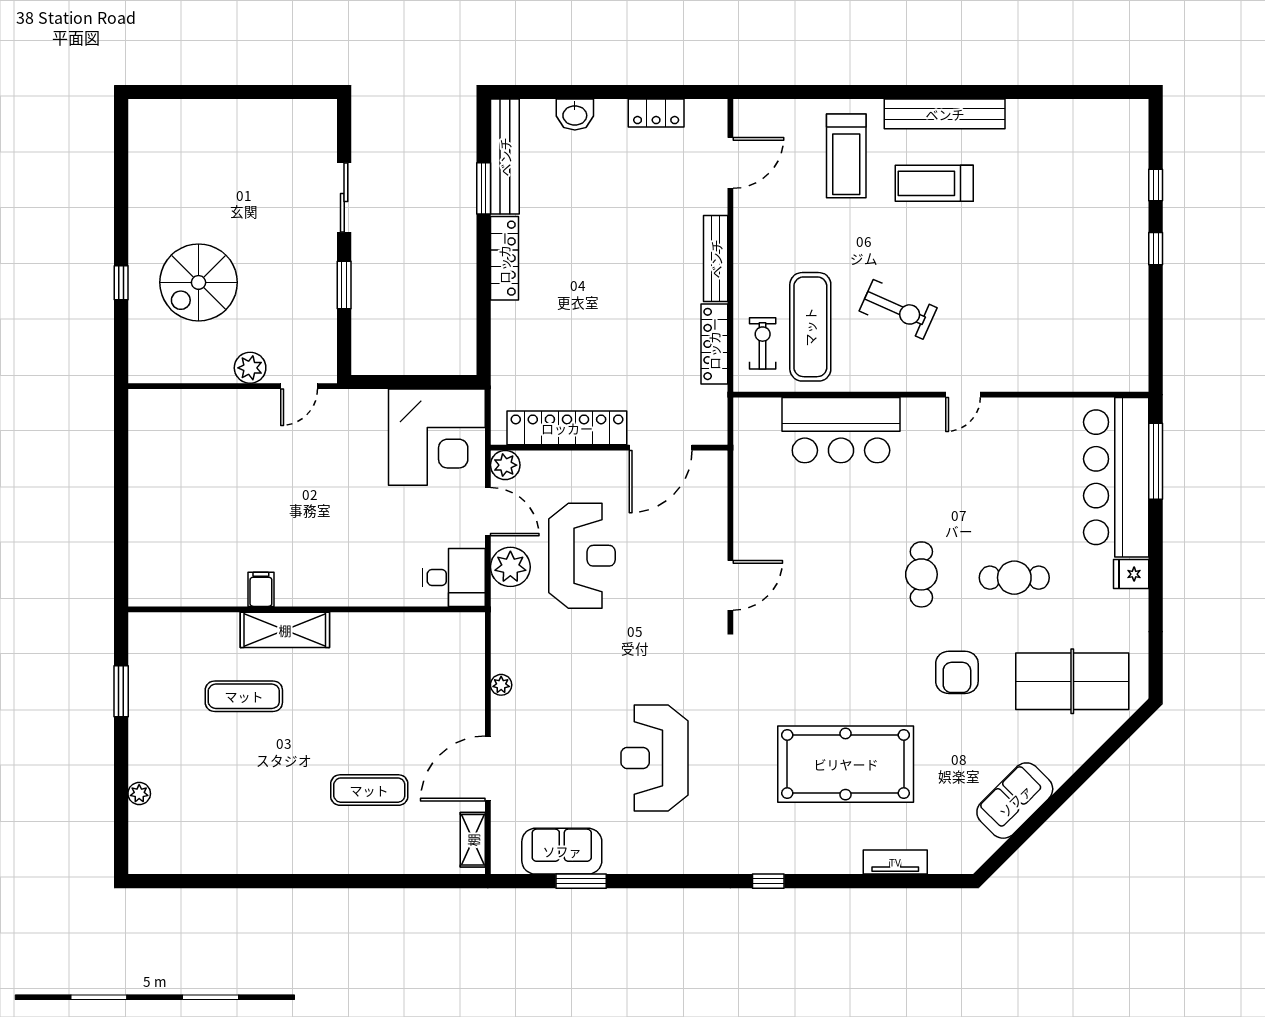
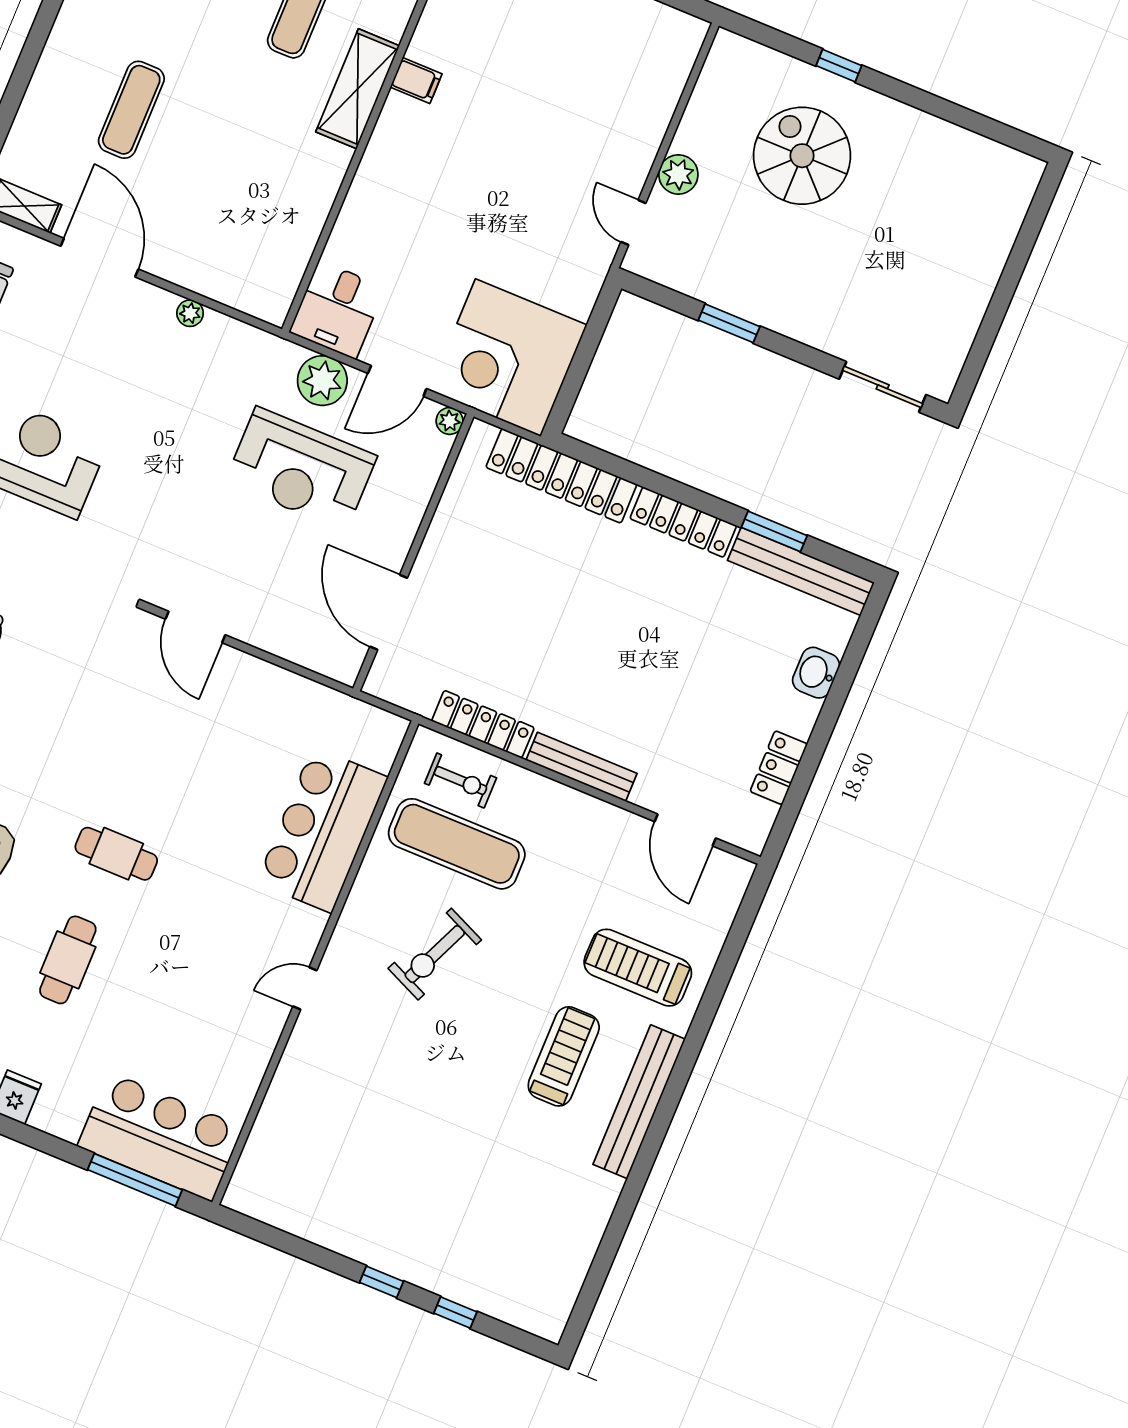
sliding door: (344, 198) -> (883, 387), moved
door: (963, 395) -> (305, 988), hinge flipped
locker: (567, 428) -> (561, 476), moved, turned 90
plant: (505, 465) -> (450, 421), width x0.73, depth x0.73
bar counter: (1116, 477) -> (160, 1137), width x0.73

